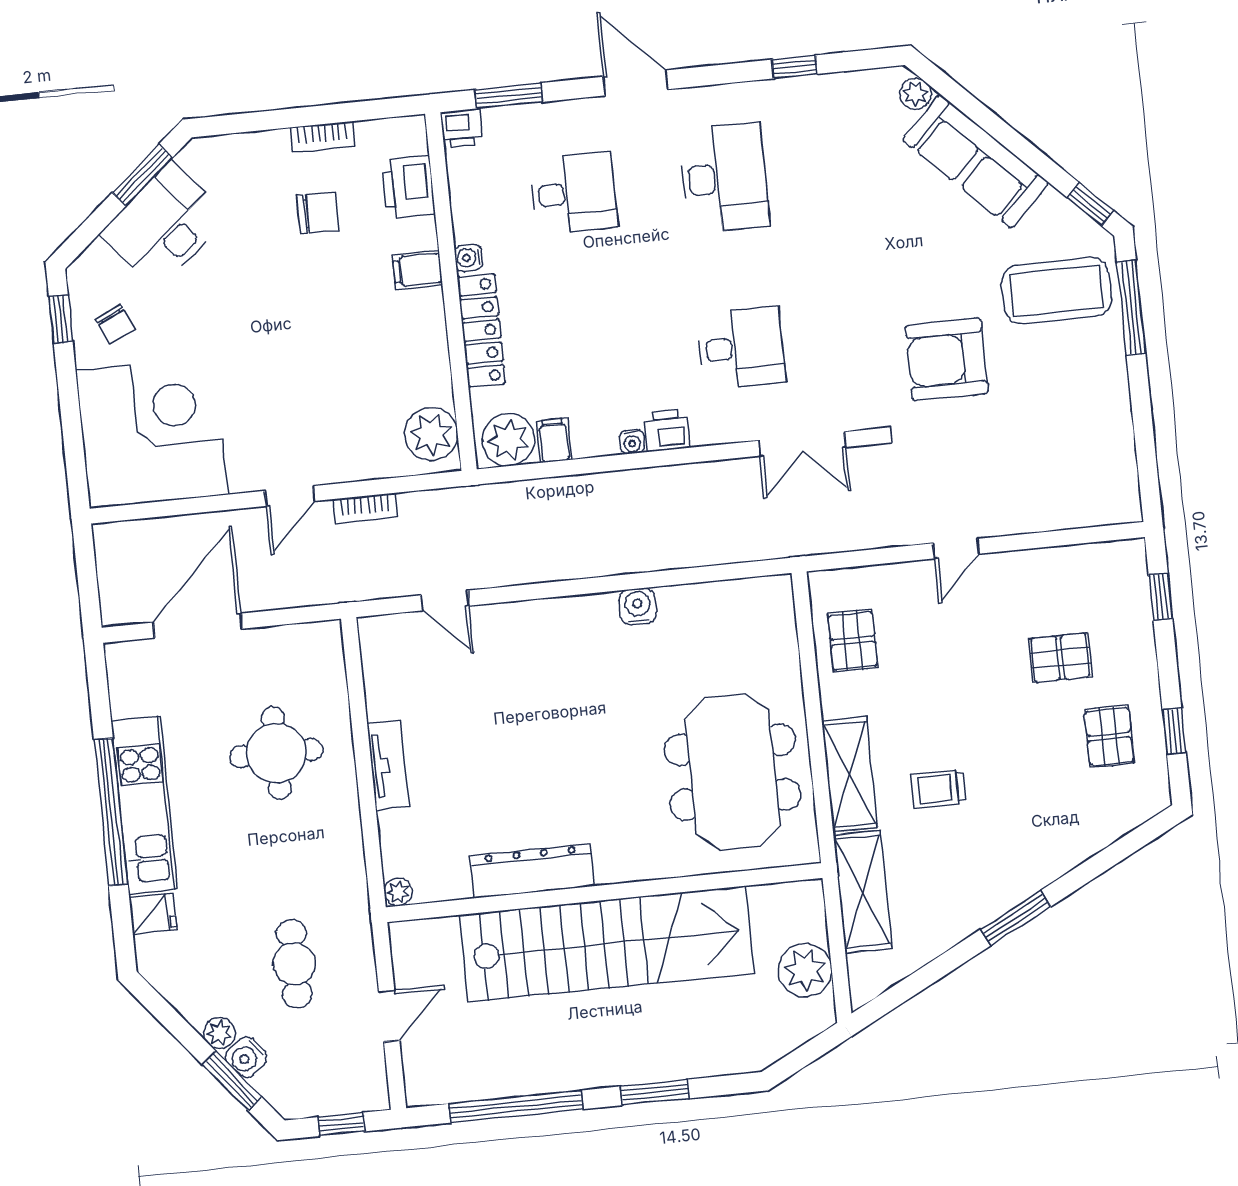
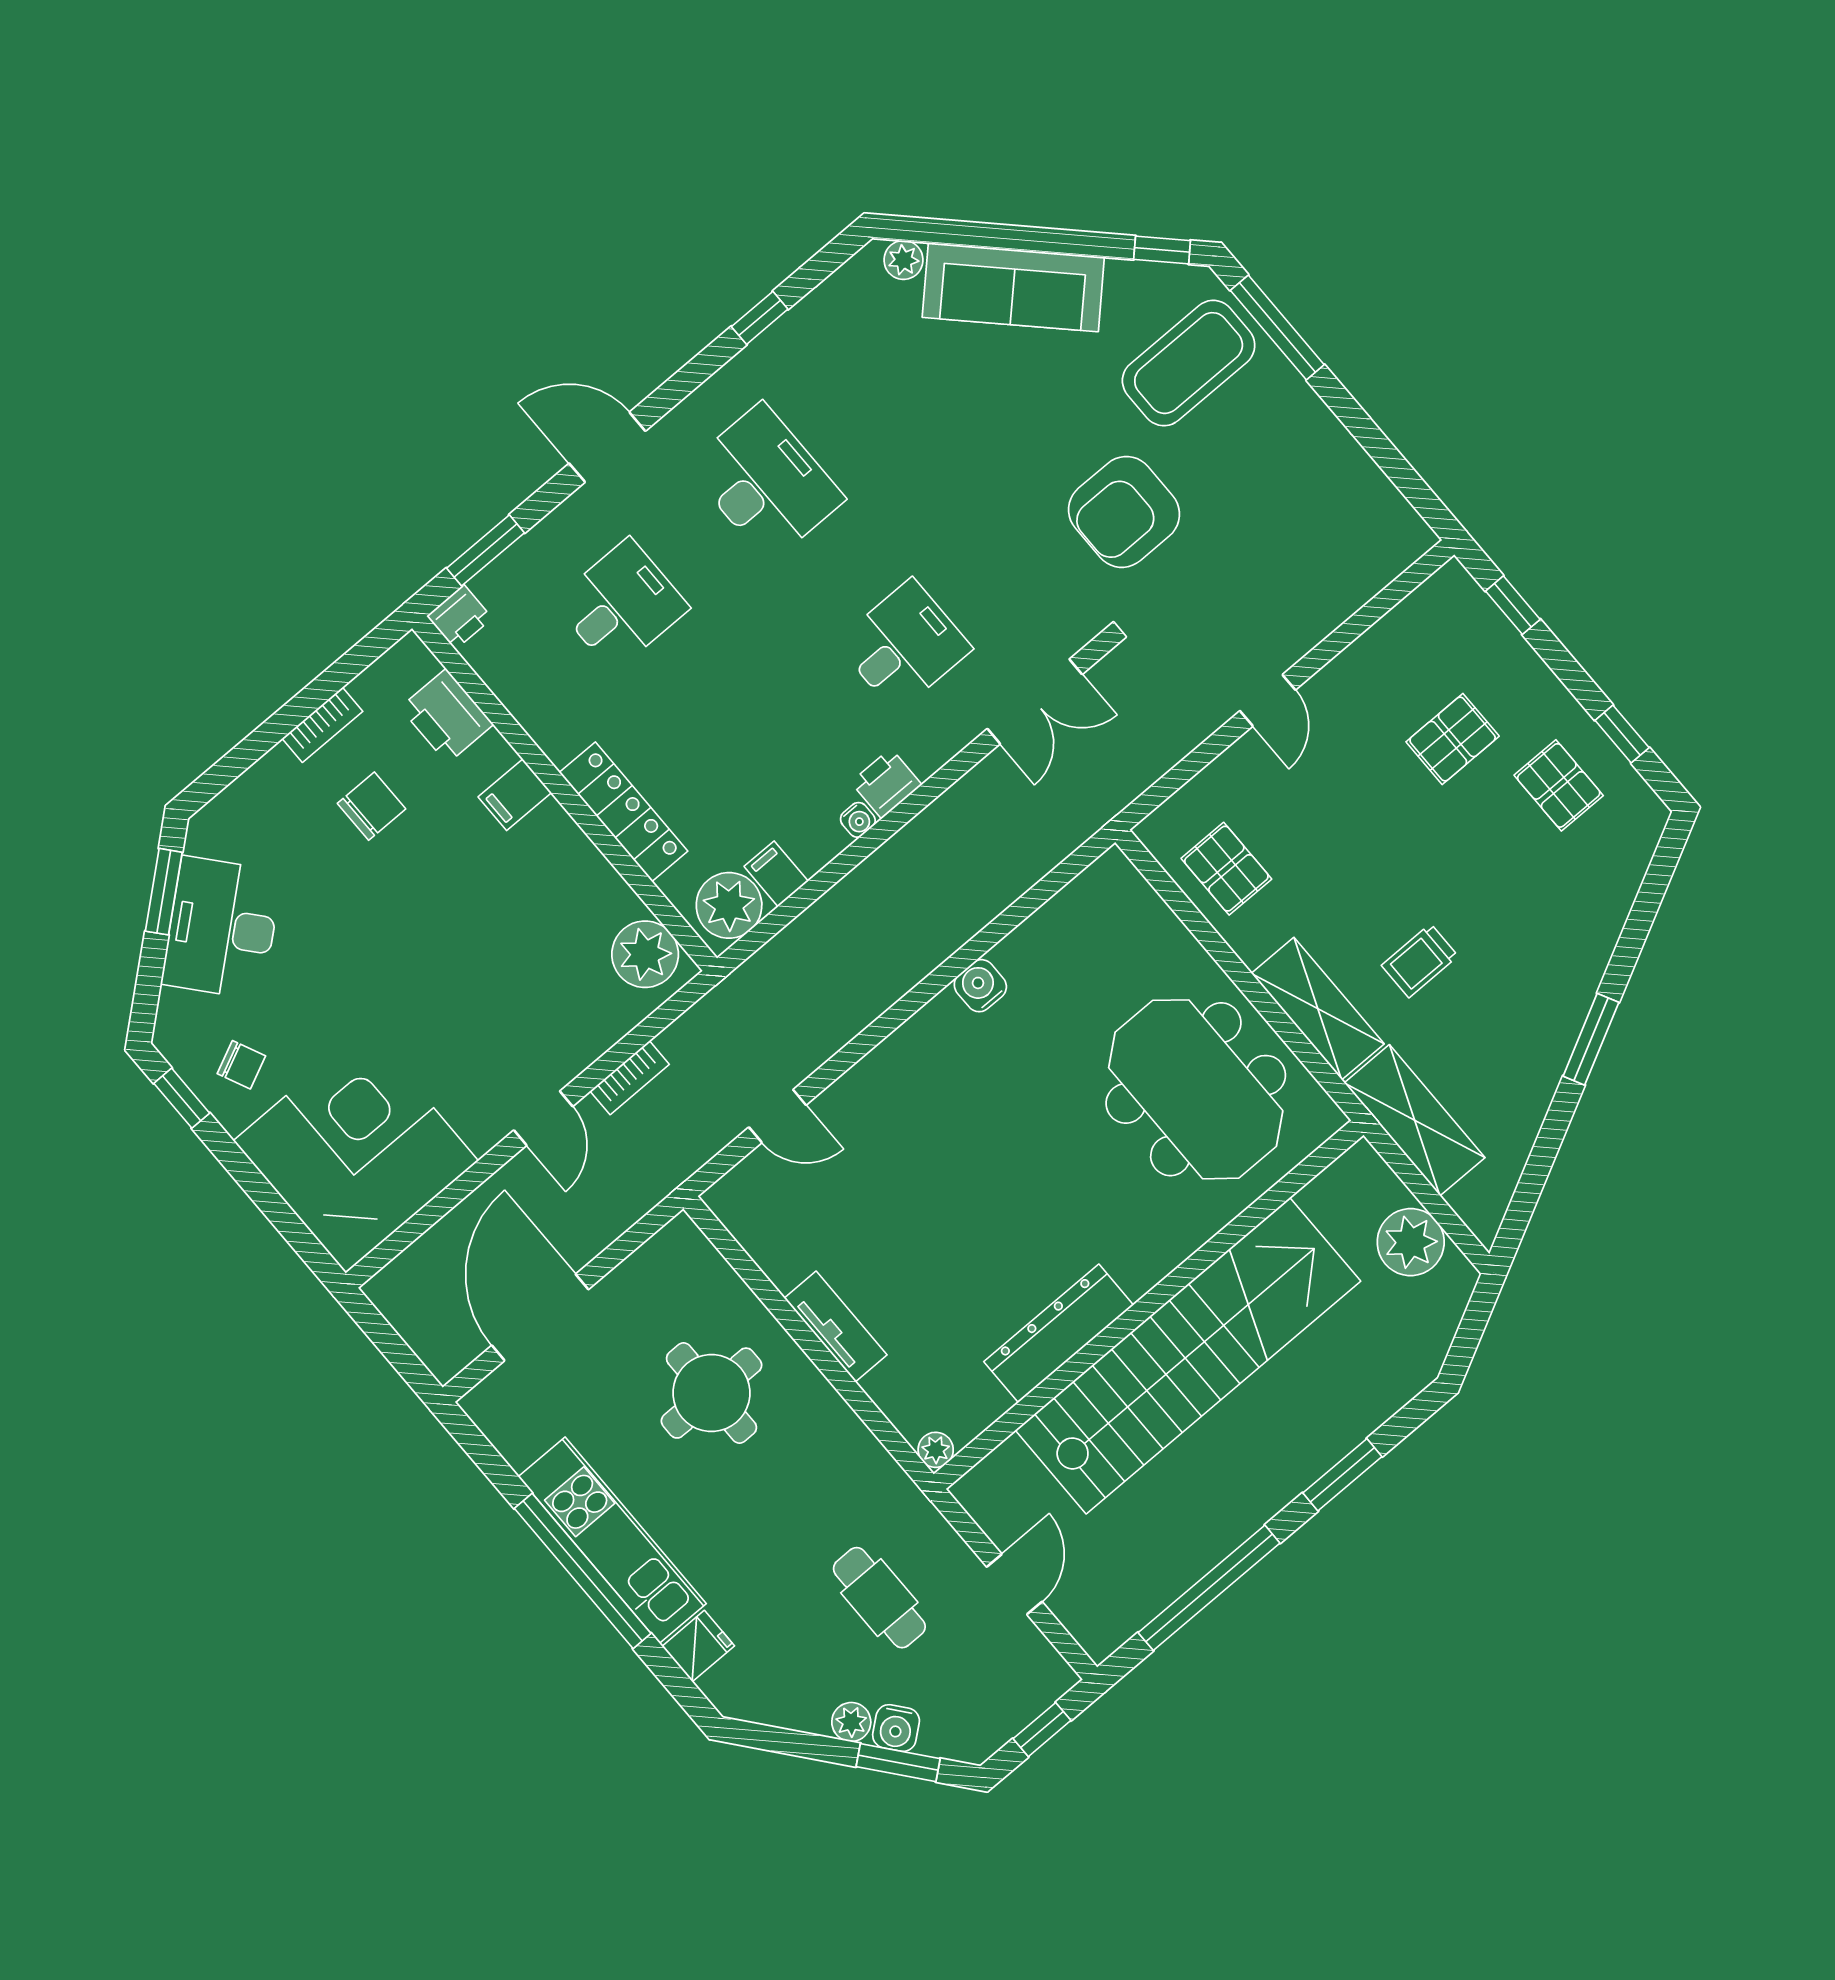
water cooler: (468, 258) -> (559, 746), removed

